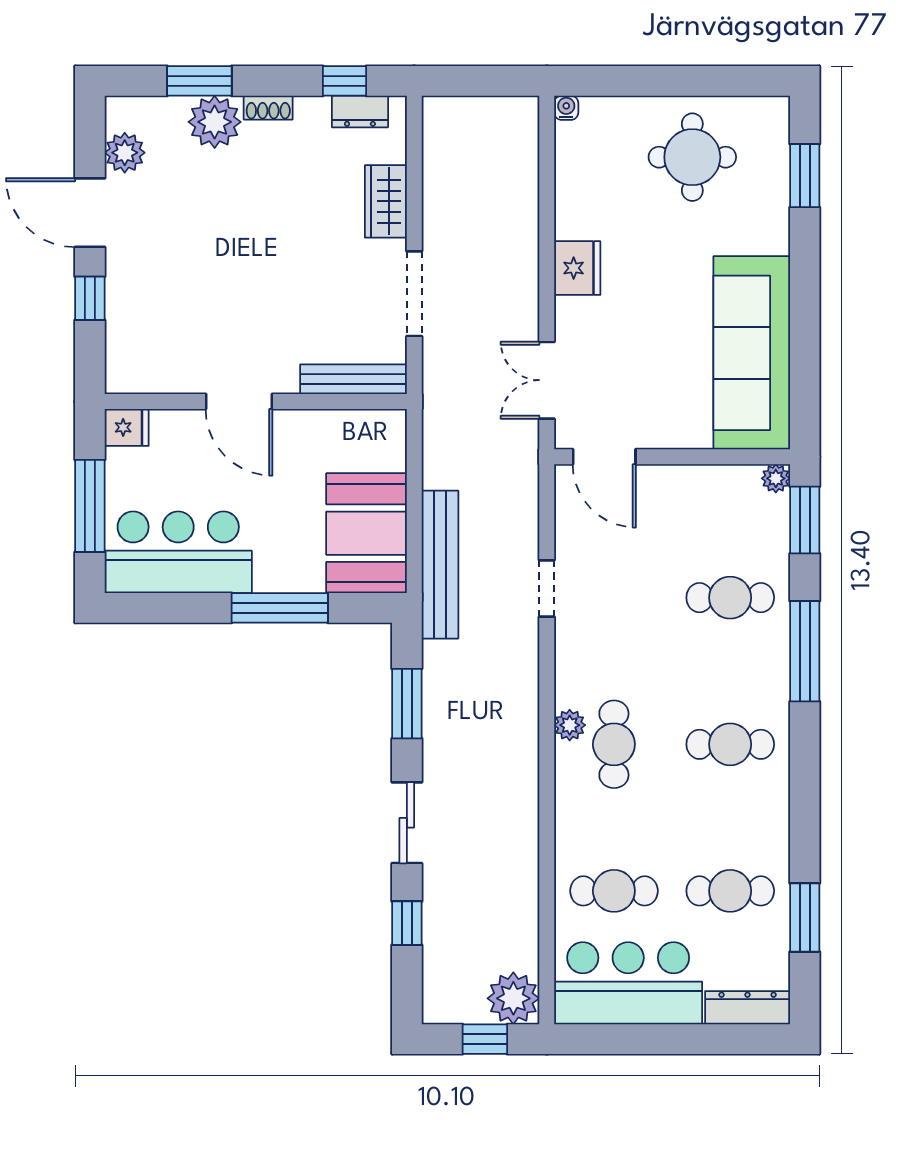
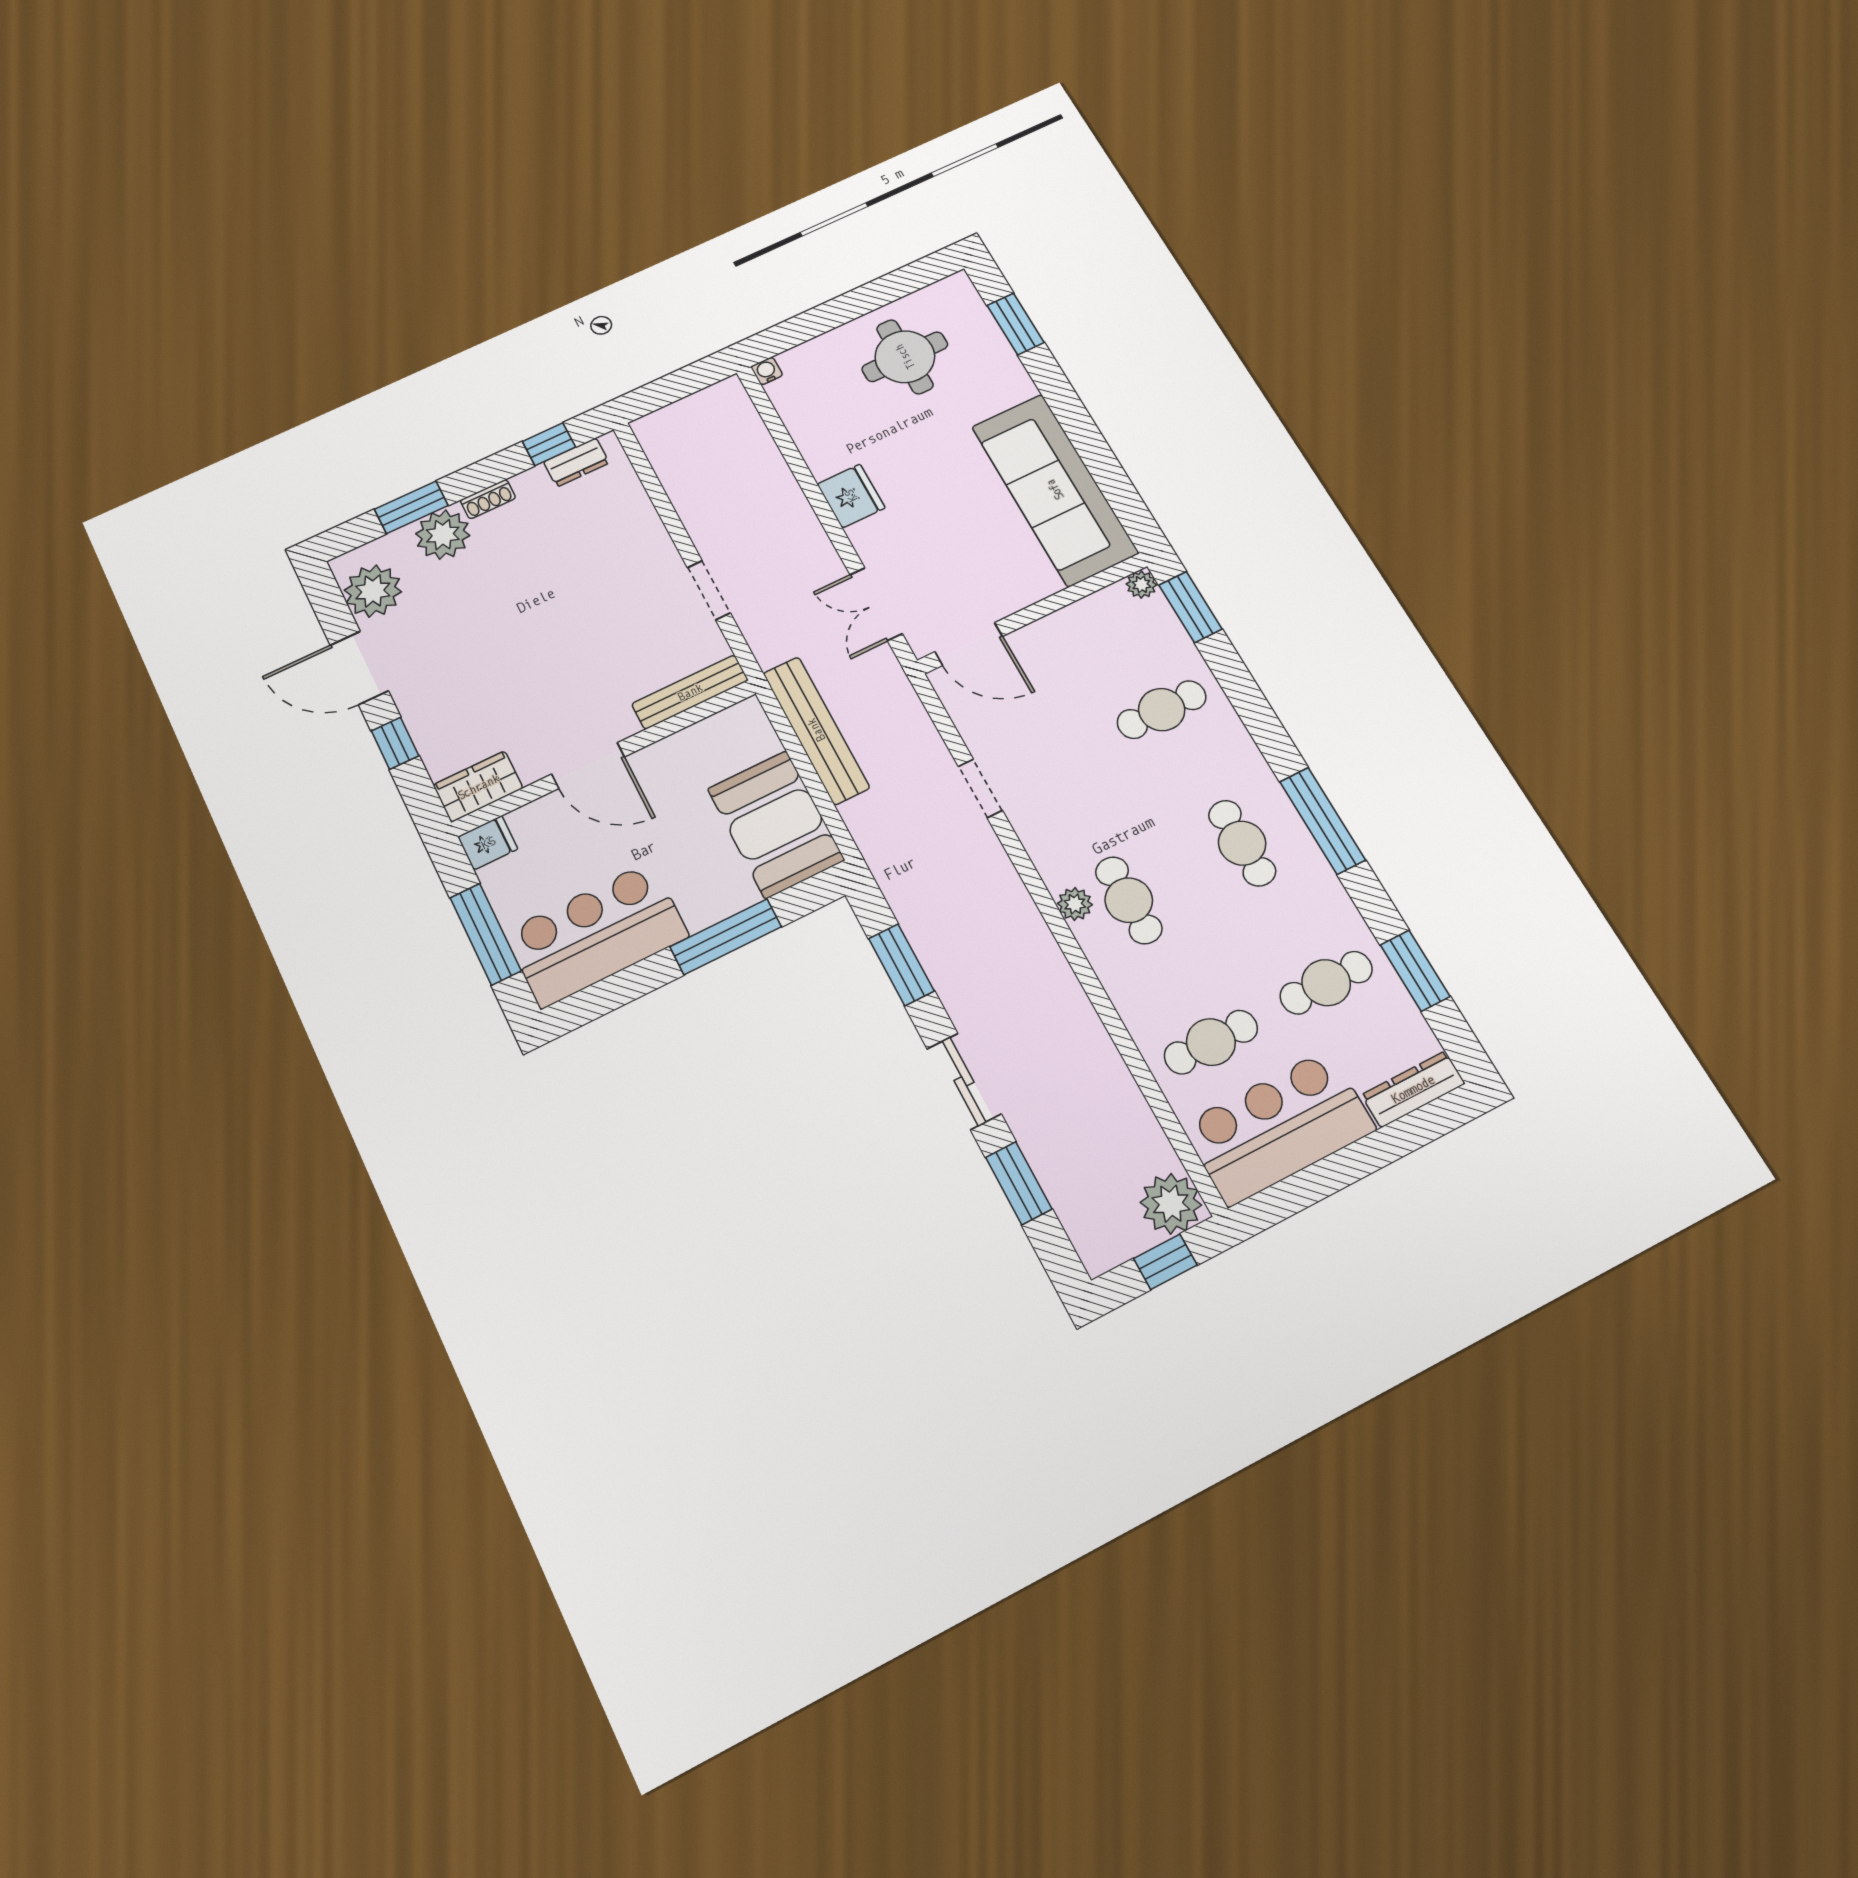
plant: (125, 153) -> (373, 591), width x1.36, depth x1.36
wardrobe: (386, 201) -> (478, 787), moved, turned 90
doorway: (414, 294) -> (709, 590), width x0.73
bench: (440, 565) -> (816, 730), moved
window: (805, 651) -> (1322, 821), moved
cafe table: (730, 744) -> (1242, 843), turned 90
window: (407, 923) -> (1019, 1183), width x1.50

